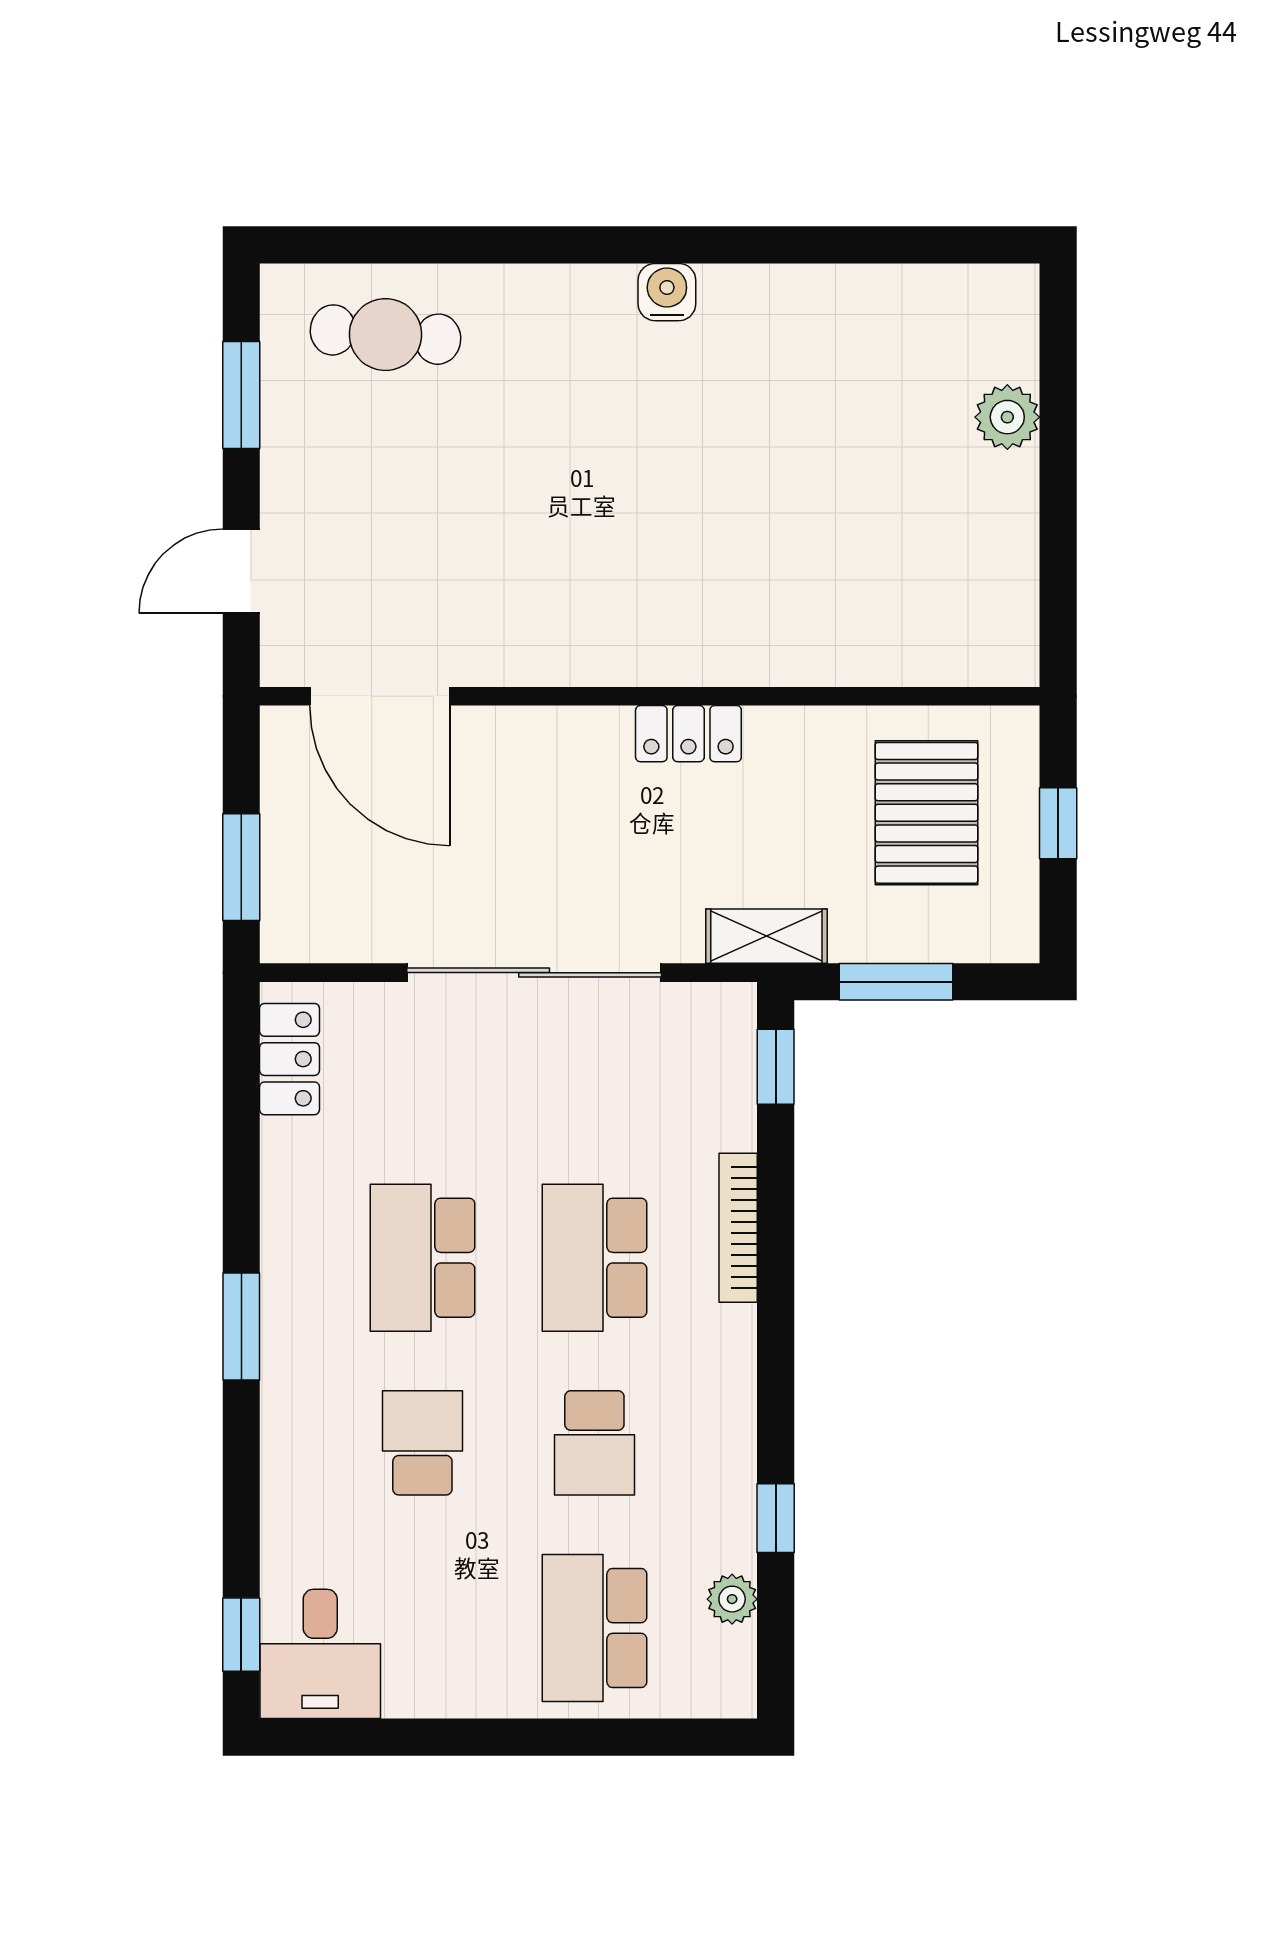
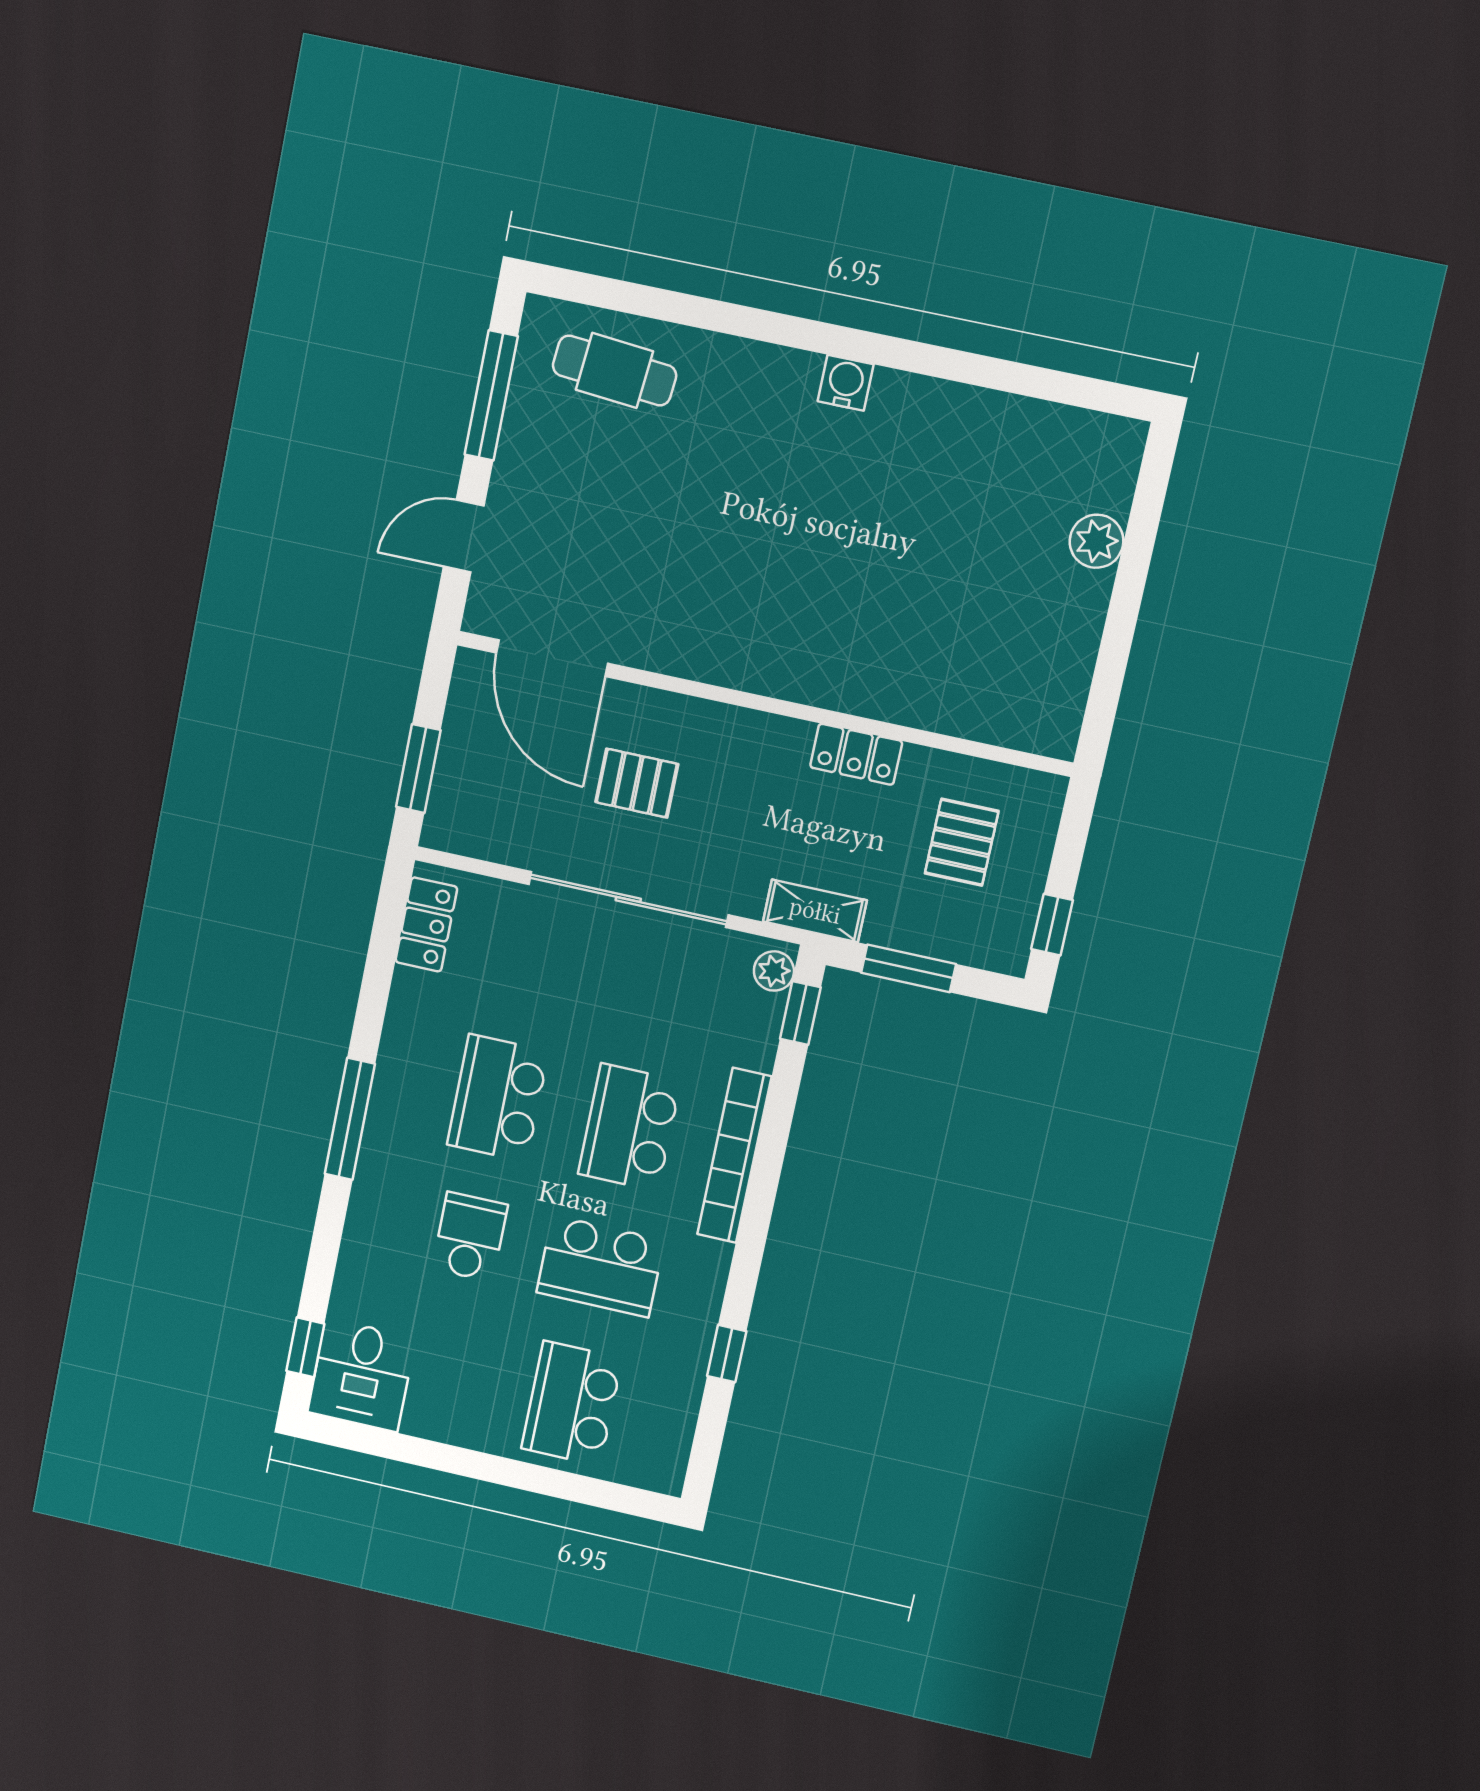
window: (241, 395) -> (491, 395), width x1.44
locker: (688, 734) -> (856, 754), moved
pallet: (927, 813) -> (962, 842), width x0.67, depth x0.71
window: (1058, 823) -> (1052, 925), moved
pallet: (515, 827) -> (637, 783), added
bookcase: (738, 1228) -> (734, 1155), width x1.48, depth x1.31
window: (241, 1327) -> (350, 1119), width x1.44
school desk: (594, 1443) -> (600, 1266), width x1.85
plant: (732, 1599) -> (774, 971), moved

